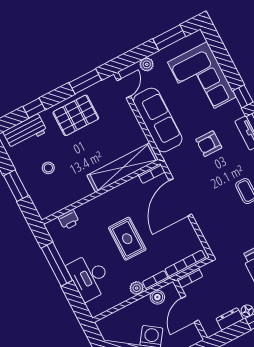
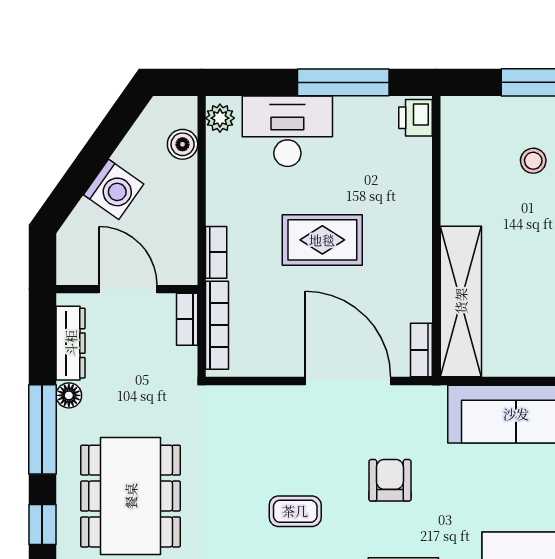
armchair: (209, 144) -> (390, 480), moved
printer: (69, 220) -> (416, 118), moved
plant: (137, 288) -> (220, 118), moved
boiler: (157, 297) -> (183, 144), moved
dresser: (230, 319) -> (71, 343), width x1.44

